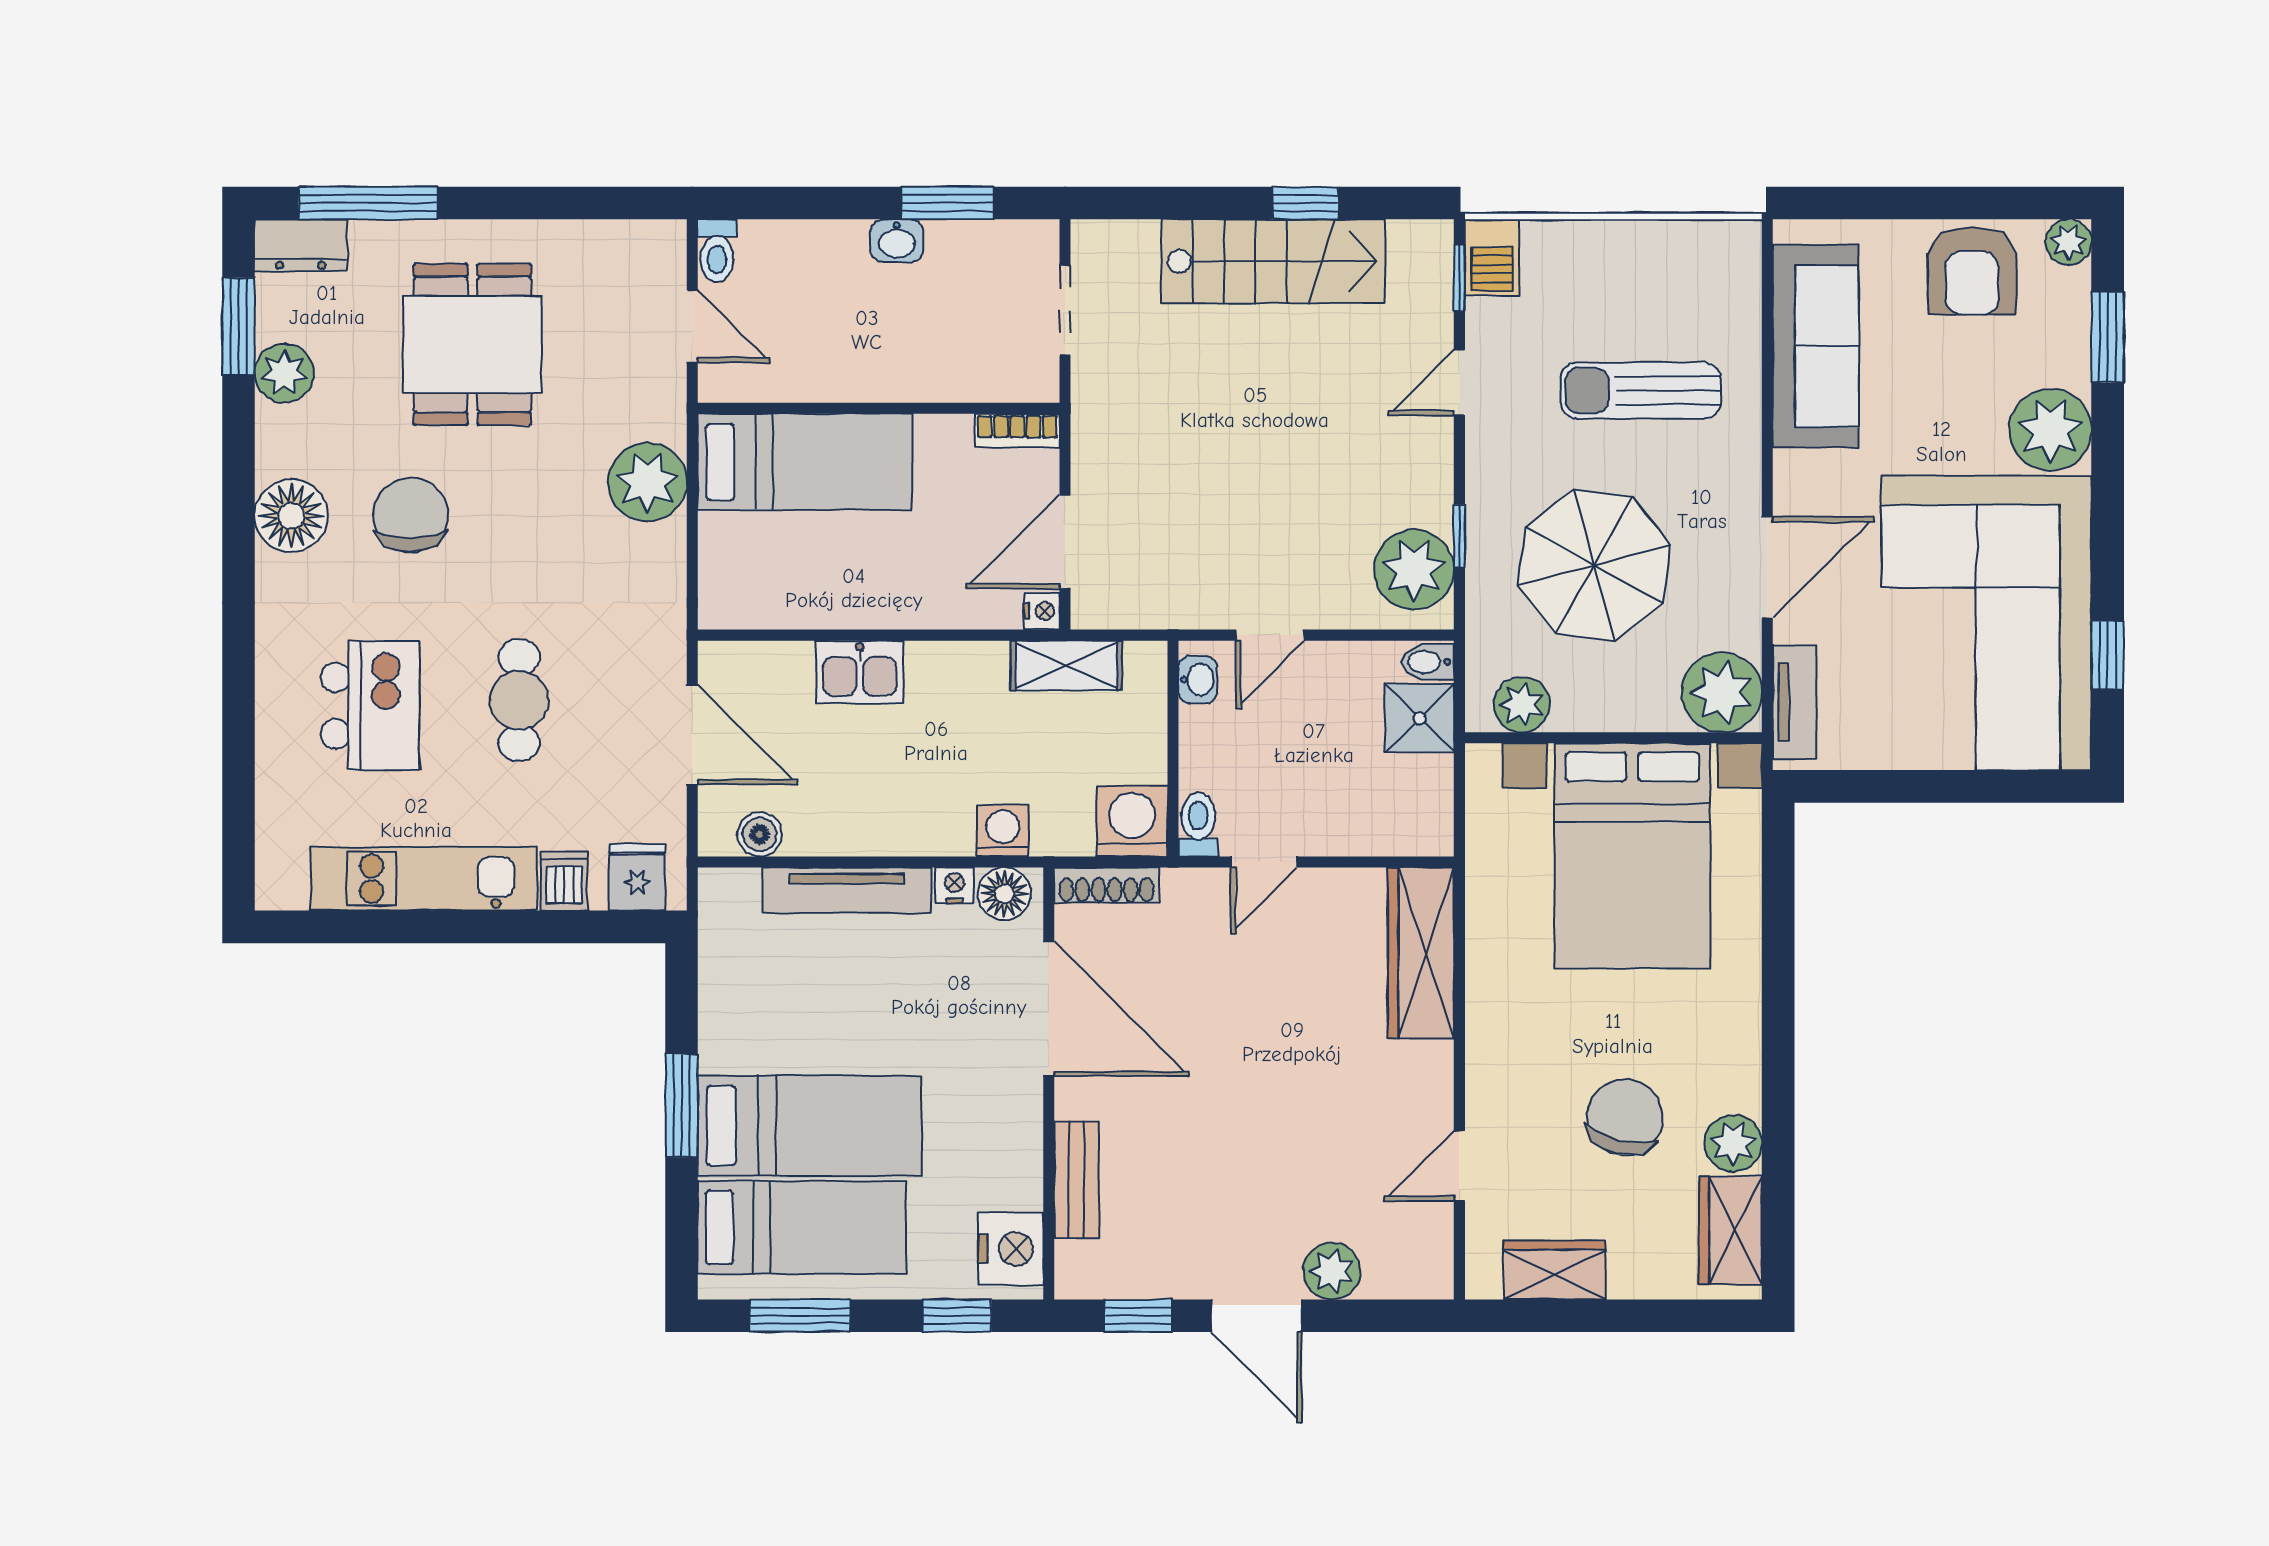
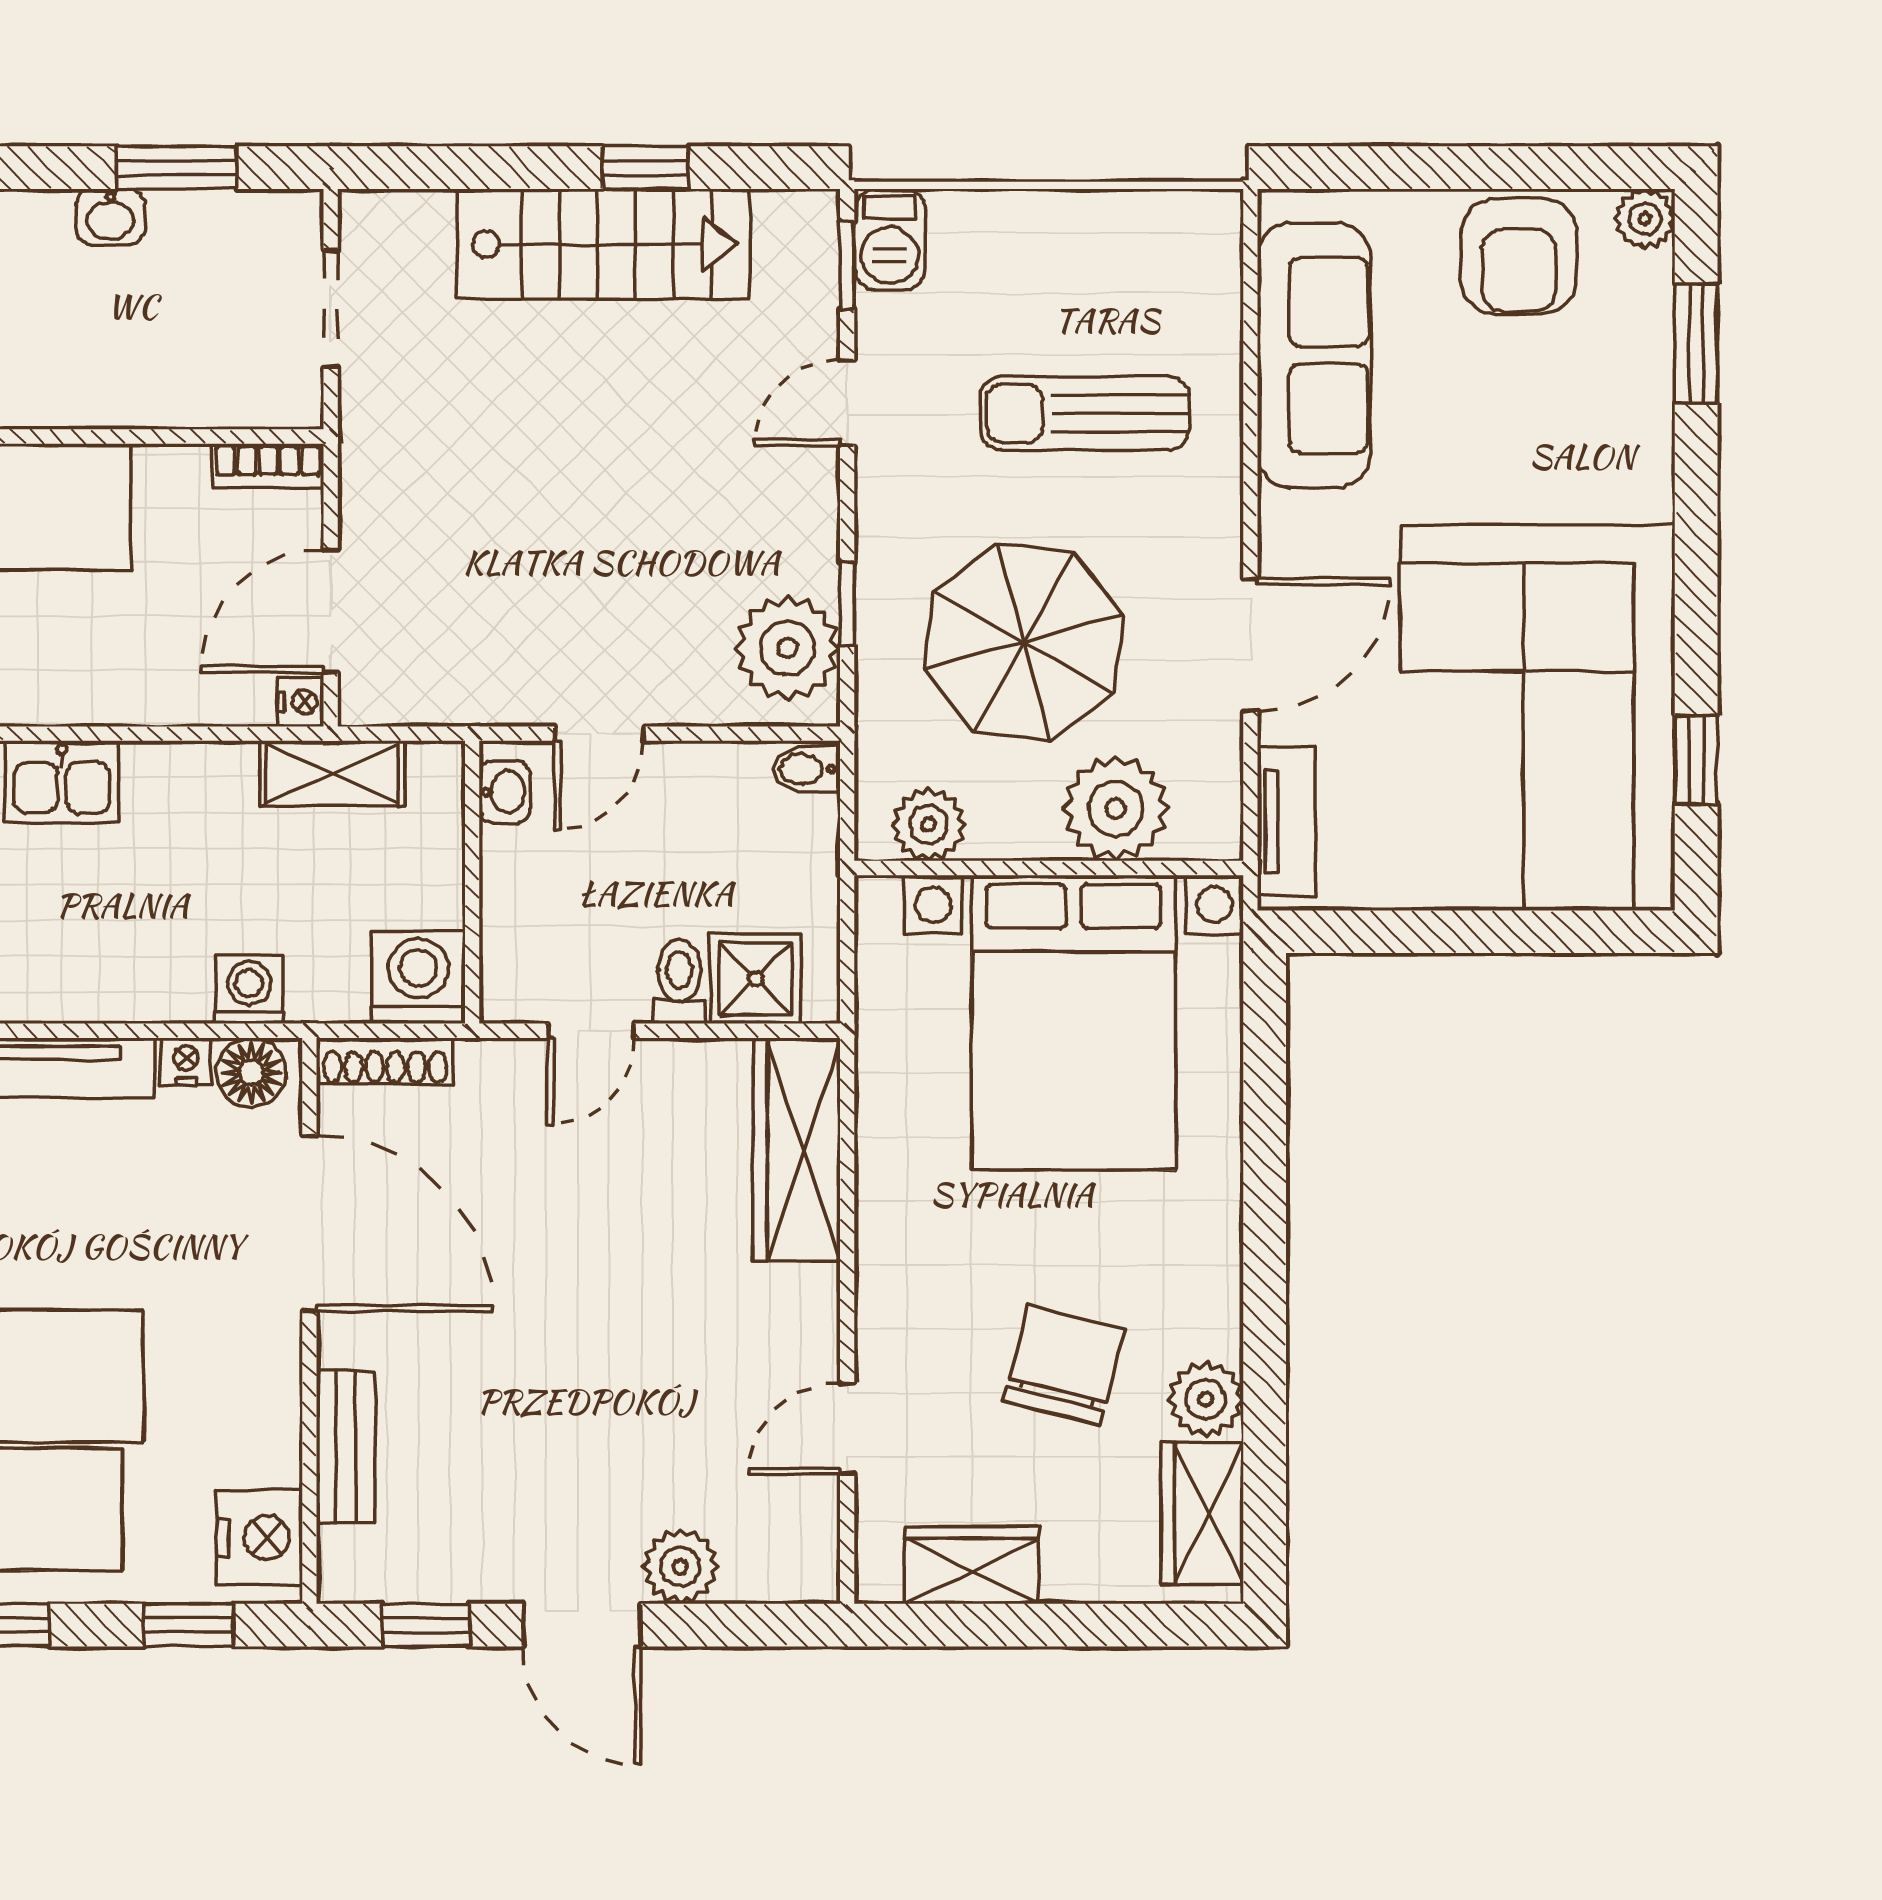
plant: (2050, 430) -> (1621, 465), removed
plant: (1722, 692) -> (1116, 809), moved
shower: (1420, 718) -> (756, 979), moved
toilet: (1198, 825) -> (679, 982), moved

